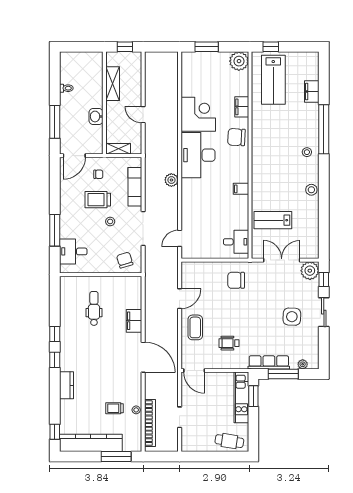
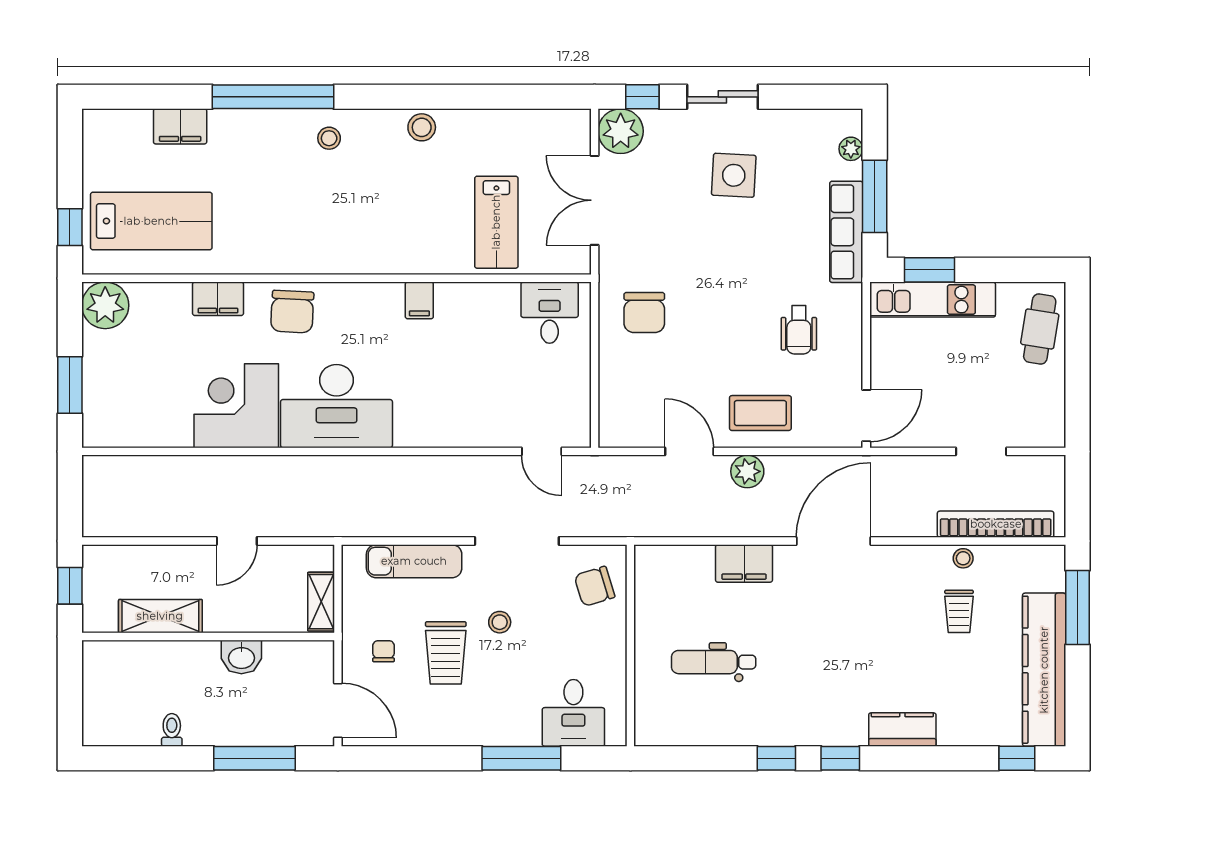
plant: (171, 180) -> (747, 471), moved

